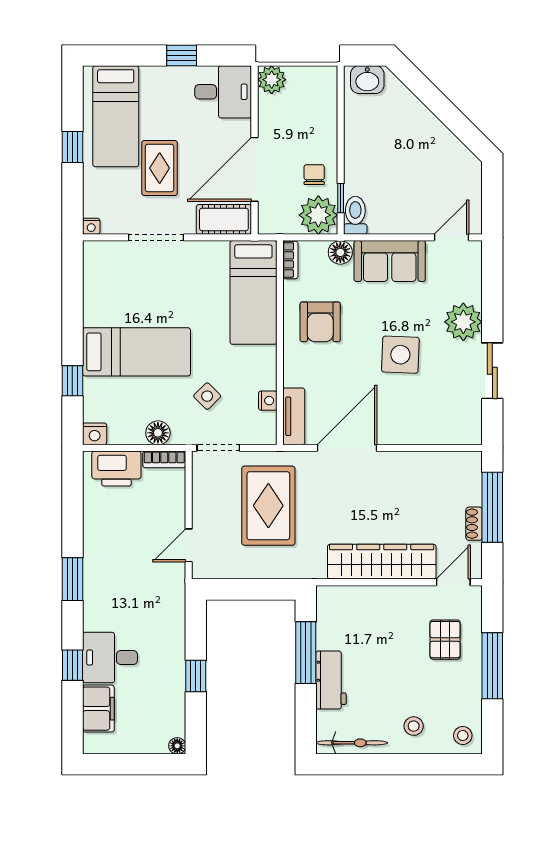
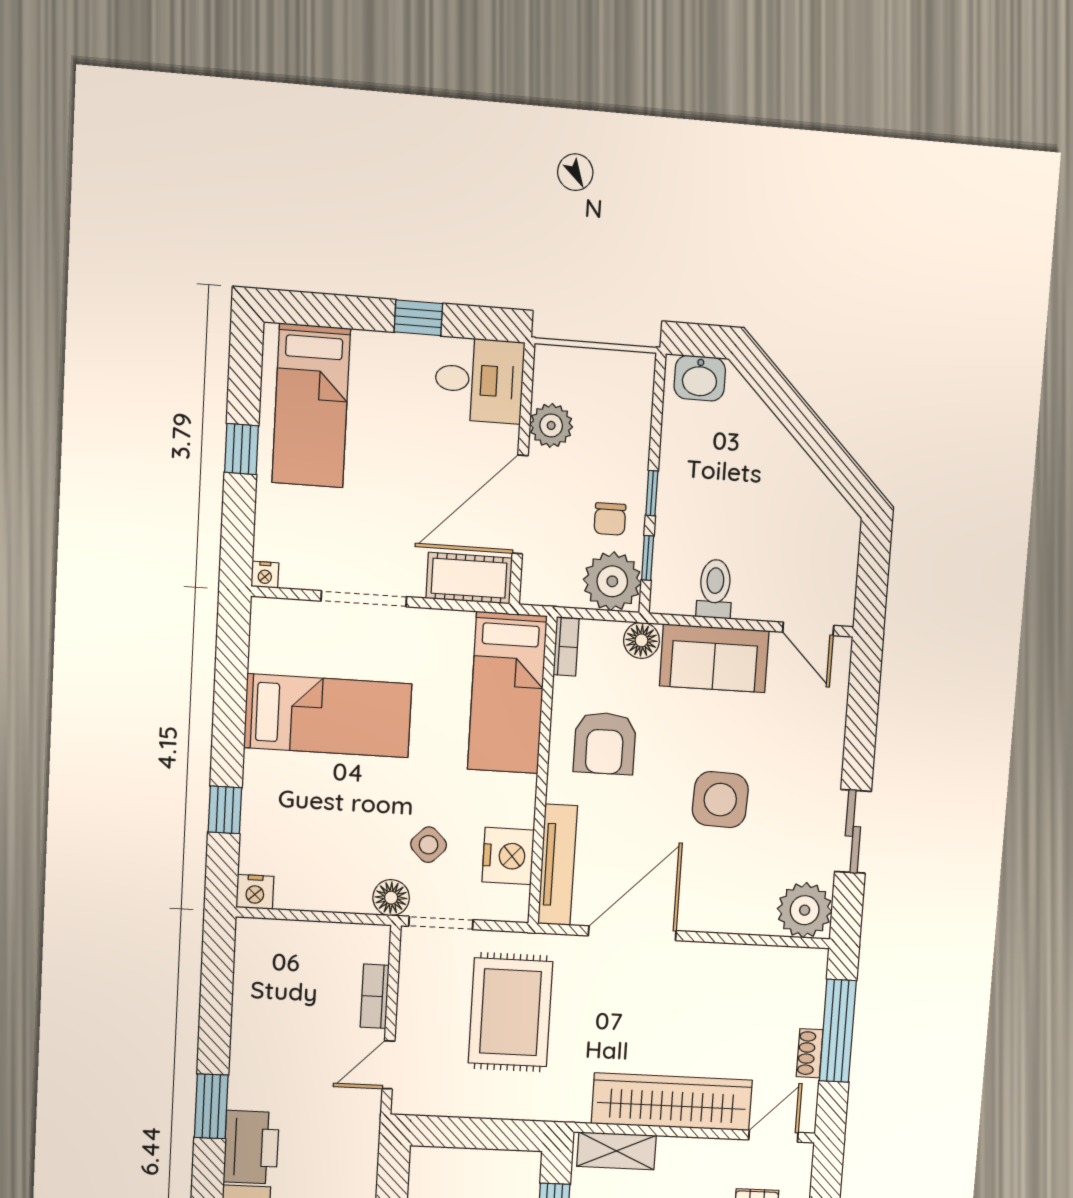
plant: (272, 80) -> (551, 425), moved
window: (341, 156) -> (652, 493), added
rug: (160, 168) -> (375, 492), removed
chair: (314, 175) -> (610, 519), turned 180
toilet: (355, 215) -> (715, 589), moved
door: (451, 237) -> (808, 629), swing flipped
plant: (463, 322) -> (805, 910), moved
bed: (136, 352) -> (328, 716), moved
nightstand: (268, 401) -> (508, 856), width x1.89, depth x1.79
tv unit: (294, 416) -> (558, 865), width x1.41
floor lamp: (158, 433) -> (391, 898), moved
bookcase: (164, 459) -> (375, 996), moved, turned 90
printer: (116, 468) -> (251, 1147), moved, turned -90
shelving: (346, 597) -> (616, 1151), added

